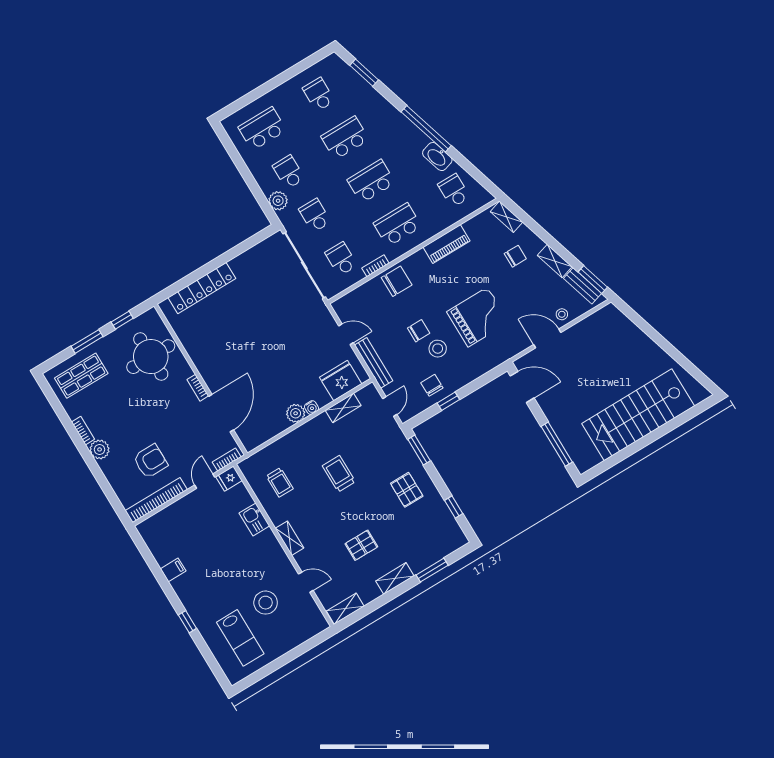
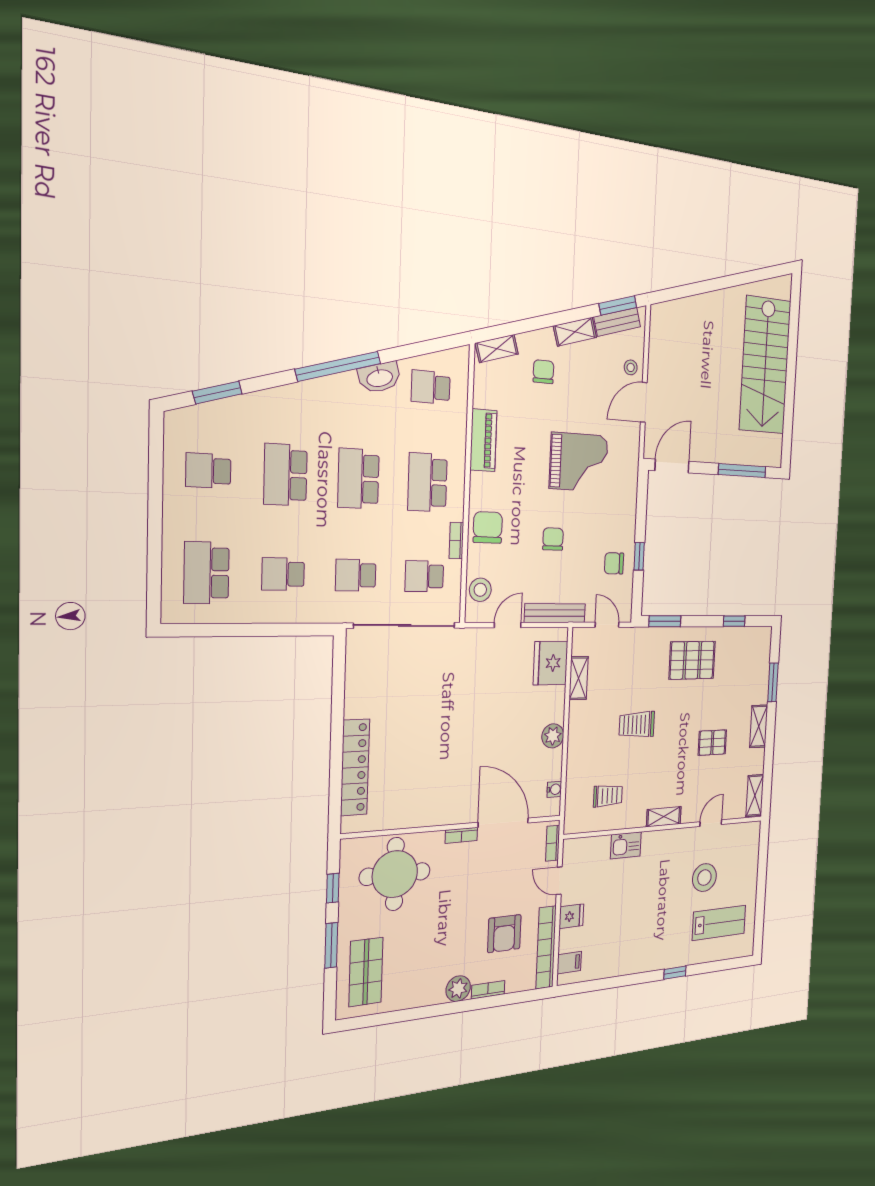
plant: (278, 201) -> (310, 610), removed
grand piano: (478, 317) -> (579, 462), turned 90
stool: (438, 349) -> (480, 590), moved
water cooler: (311, 407) -> (554, 789), moved
bookcase: (83, 431) -> (488, 990), moved
armchair: (150, 461) -> (504, 934), turned 180
fridge: (229, 479) -> (571, 916), moved, turned -90
pallet: (407, 490) -> (692, 660), width x1.50, depth x1.42
pallet: (361, 545) -> (712, 743), turned 90
filing cabinet: (173, 570) -> (569, 963), moved, turned 90

